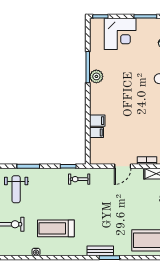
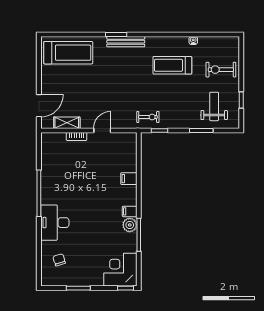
corner desk: (120, 34) -> (120, 270), moved
filing cabinet: (96, 132) -> (130, 211), moved
treadmill: (56, 228) -> (172, 65), turned 180
bench: (100, 251) -> (126, 42), width x1.36

